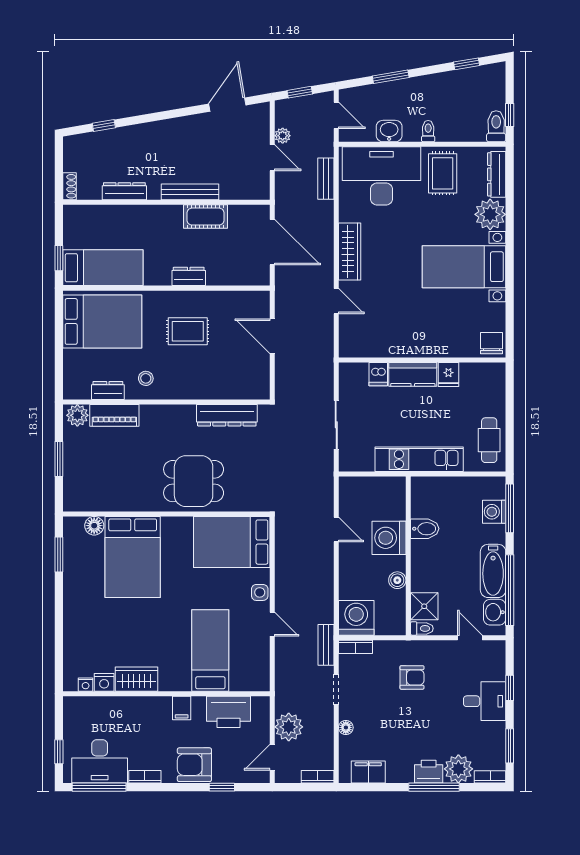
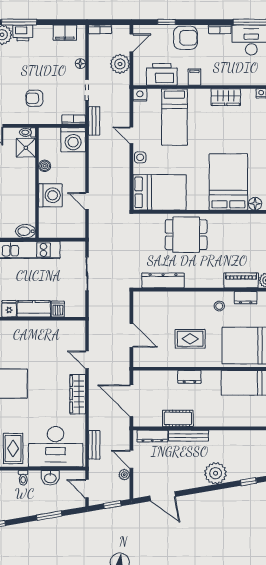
door: (227, 105) -> (163, 496), hinge flipped
plant: (151, 138) -> (216, 473), added
dresser: (124, 191) -> (152, 436), moved
bidet: (425, 529) -> (26, 231), moved
nightstand: (104, 682) -> (140, 95), moved

